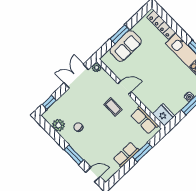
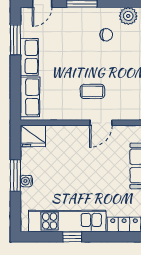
row of seats: (144, 120) -> (30, 97), moved, turned 90
window: (142, 152) -> (15, 40), moved

